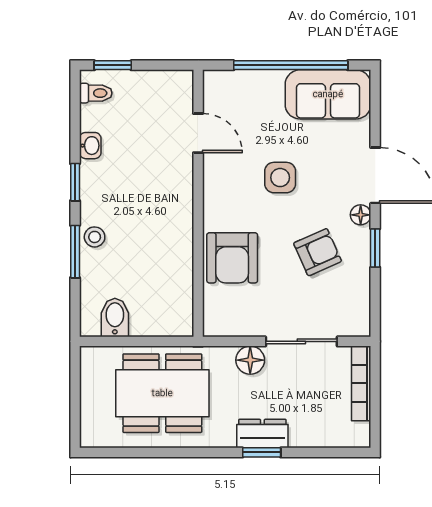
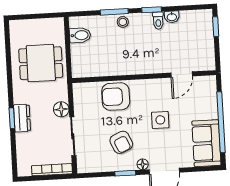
toilet: (96, 93) -> (158, 21), moved
dining table: (162, 393) -> (41, 63), width x0.73

